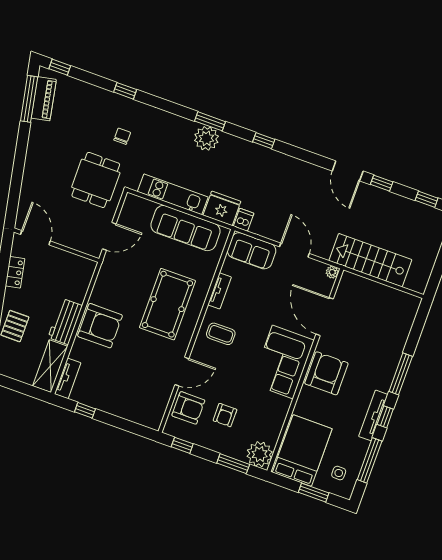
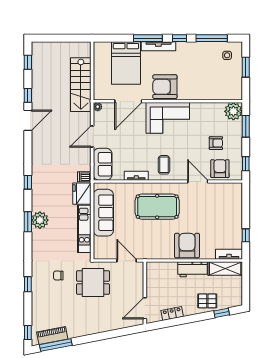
tv unit: (373, 415) -> (158, 46), moved
bed: (302, 451) -> (126, 63), moved, turned -90

